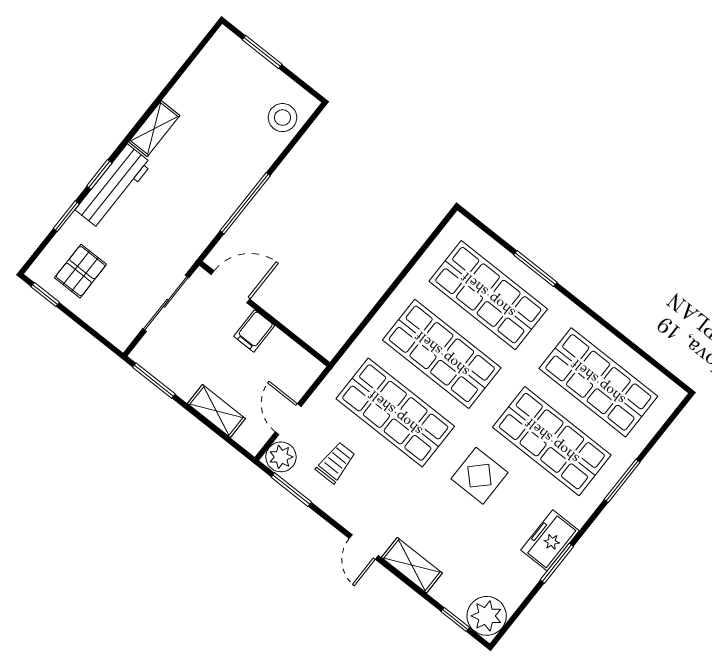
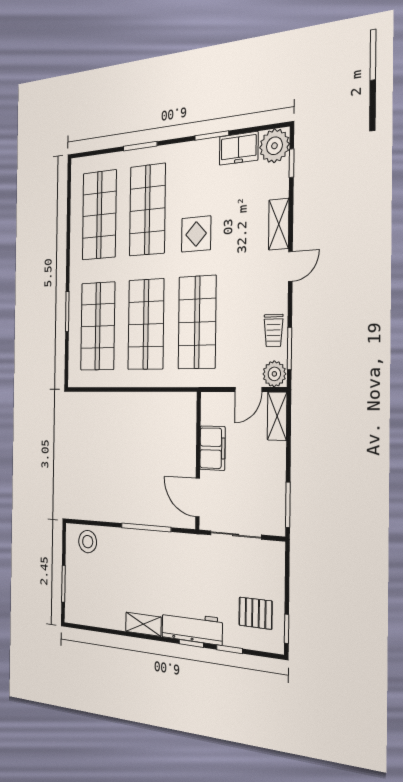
filing cabinet: (254, 331) -> (212, 448), width x2.00
shelving: (216, 411) -> (277, 416), moved
trolley: (336, 463) -> (273, 330), moved, turned -90
freezer: (550, 540) -> (239, 148), moved

